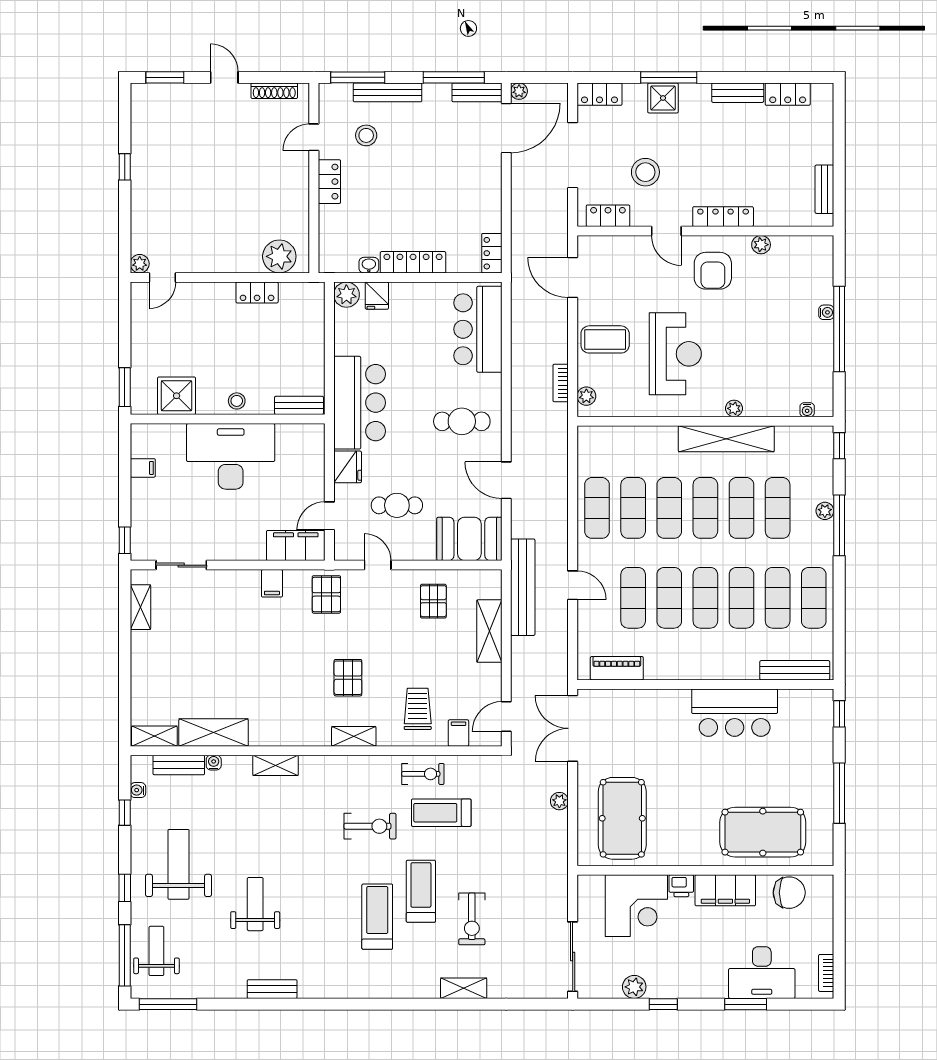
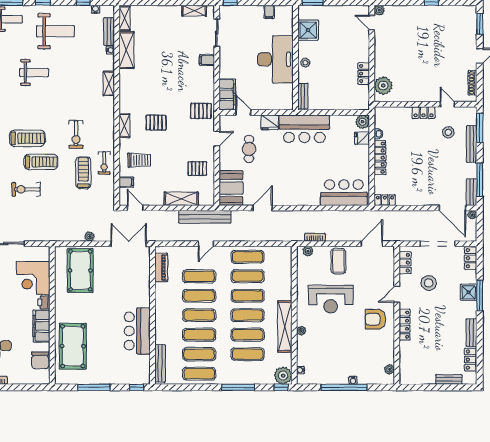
bench: (824, 189) -> (449, 379), moved
plant: (761, 245) -> (389, 369), moved
cafe table: (462, 421) -> (294, 184), removed
plant: (825, 511) -> (283, 376), moved, width x1.88, depth x1.88
filing cabinet: (272, 583) -> (207, 60), moved
pool table: (622, 818) -> (80, 270), turned 90

